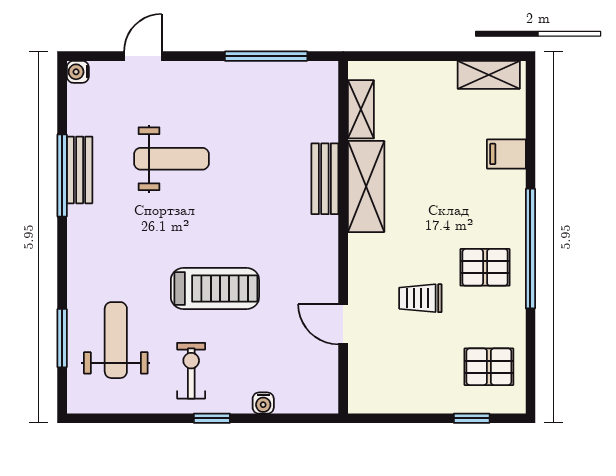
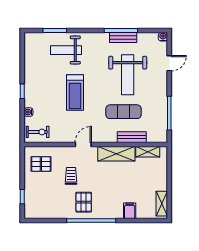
door: (143, 56) -> (169, 63), hinge flipped
weight bench: (171, 159) -> (128, 75), width x1.36, depth x1.33
exercise mat: (262, 169) -> (123, 112), added
bench: (325, 179) -> (132, 137), moved
door: (343, 324) -> (83, 144), moved
weight bench: (116, 340) -> (66, 50), moved, turned 180
pallet: (489, 367) -> (41, 164), moved, turned 90
exercise bike: (191, 371) -> (38, 132), moved

